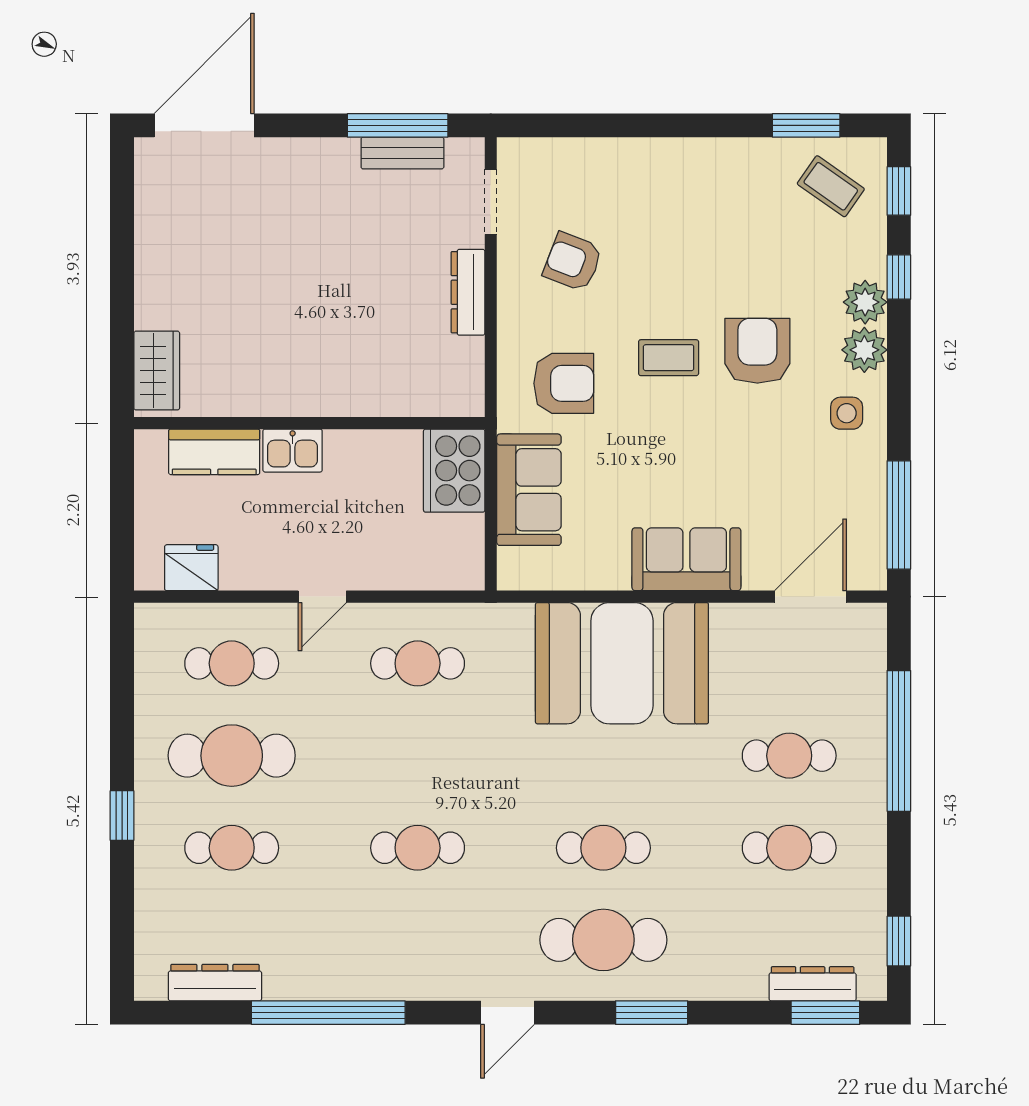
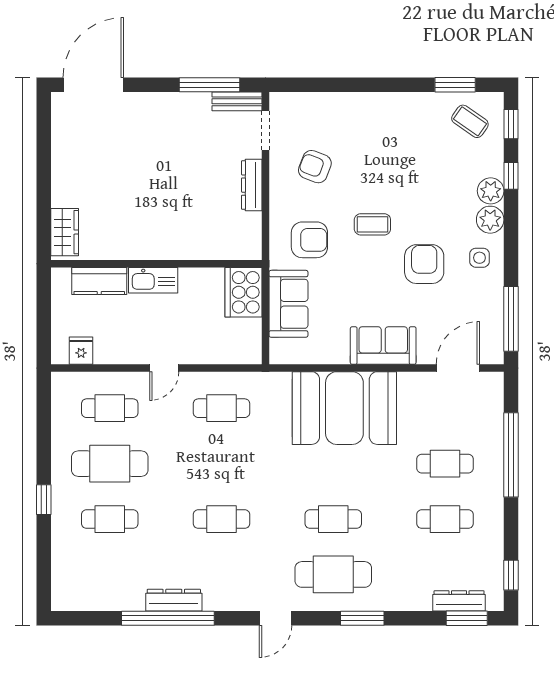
bench: (402, 153) -> (237, 101), moved
armchair: (757, 351) -> (424, 264), moved
kitchen sink: (293, 451) -> (153, 280), width x1.38
fridge: (191, 568) -> (81, 351), width x0.72
dresser: (215, 983) -> (174, 600), moved

